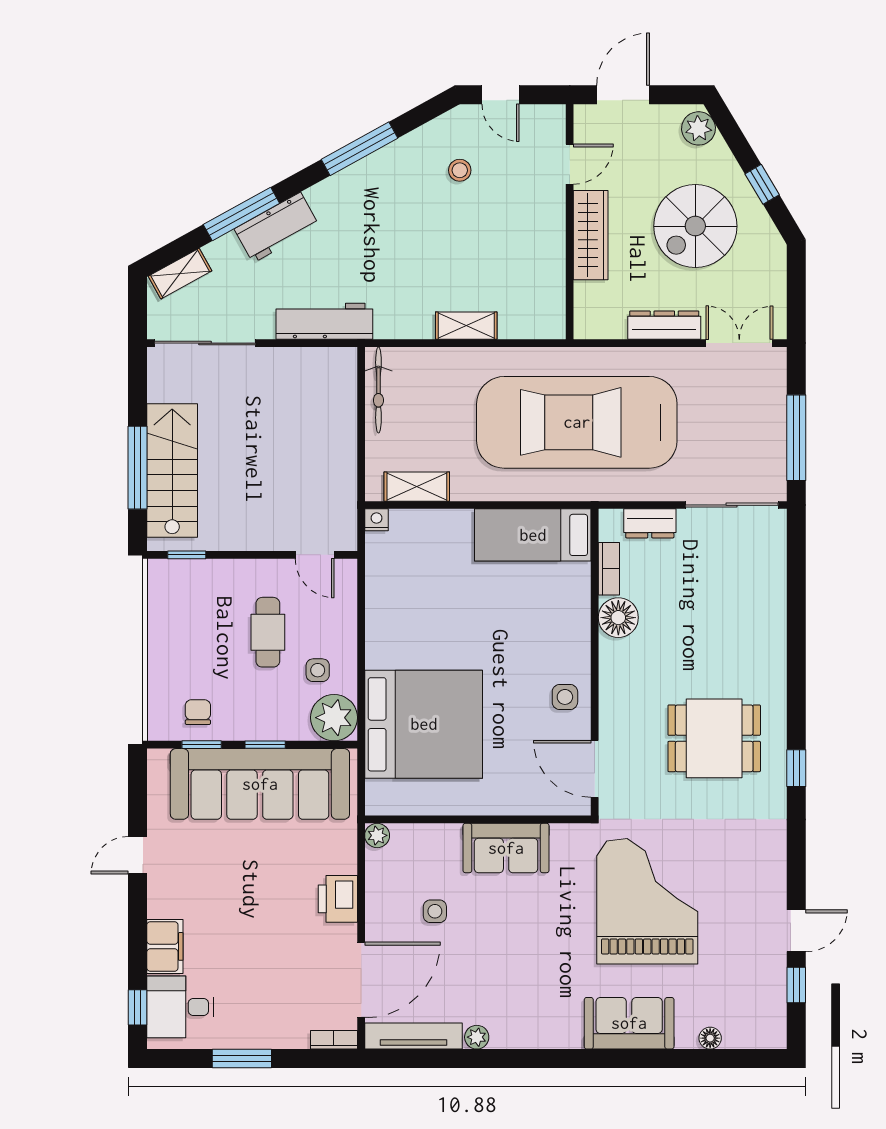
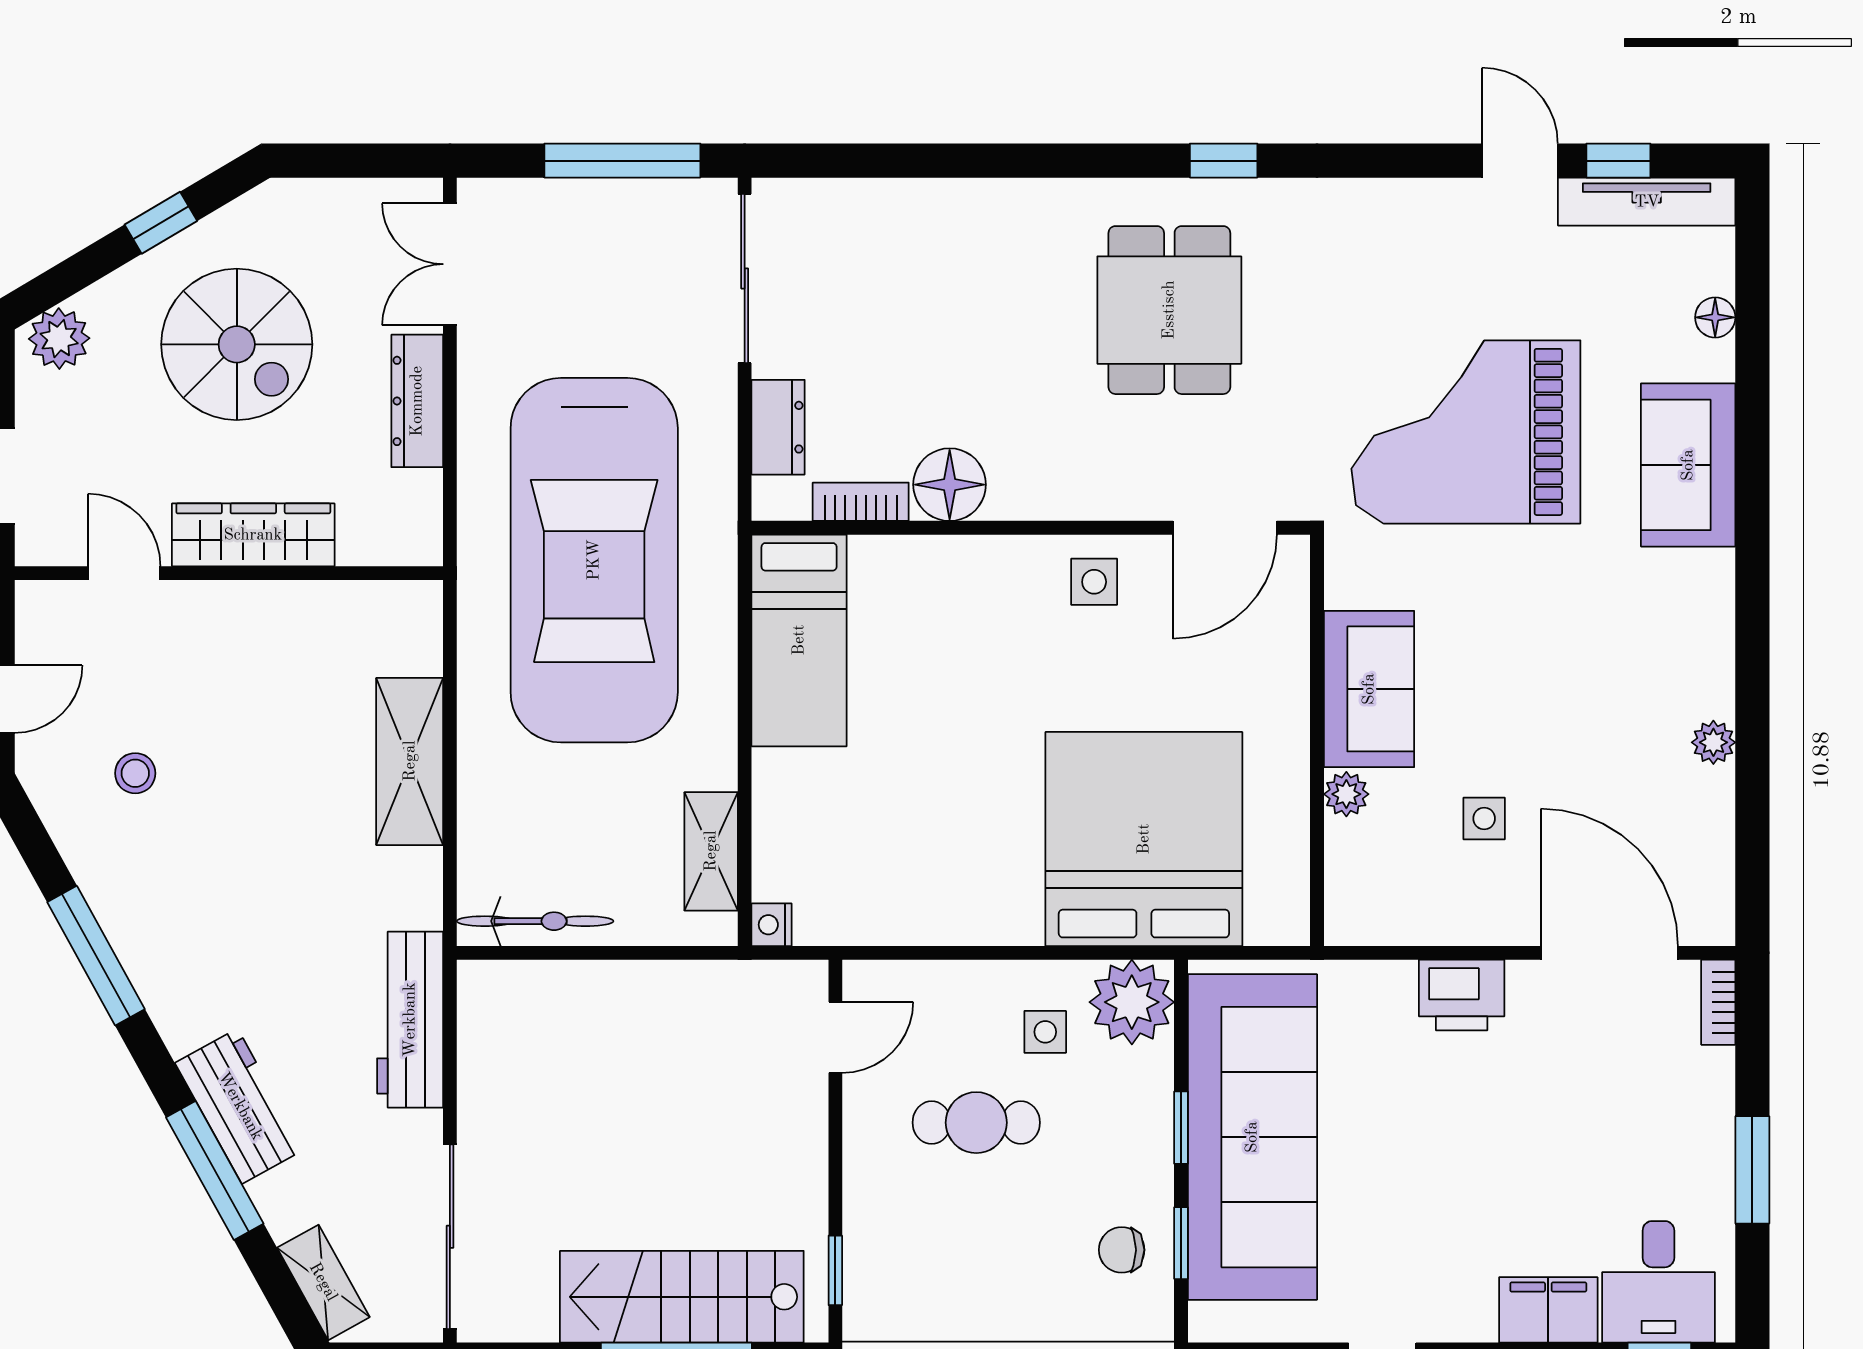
shelving: (466, 326) -> (410, 761), width x1.50, depth x1.33
plant: (377, 835) -> (1346, 794), moved
tv unit: (414, 1036) -> (1647, 202), moved, turned -90

